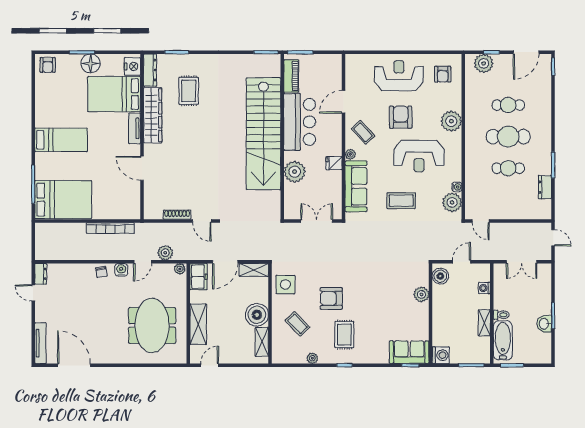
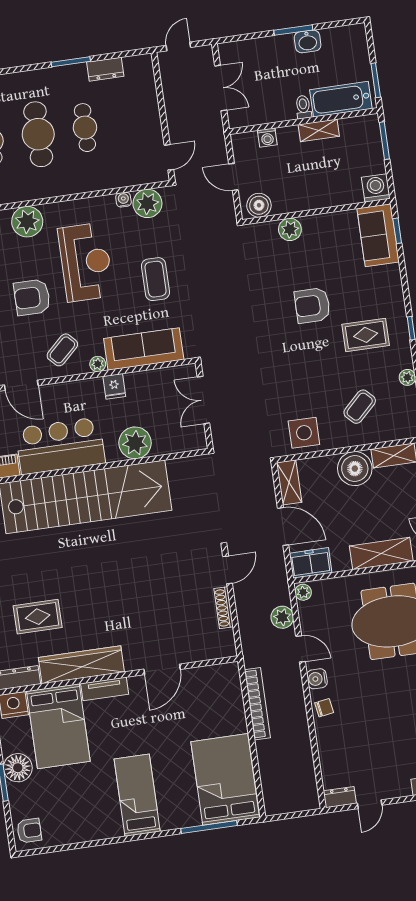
armchair: (331, 298) -> (312, 305), moved, turned 90

